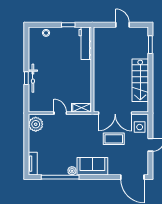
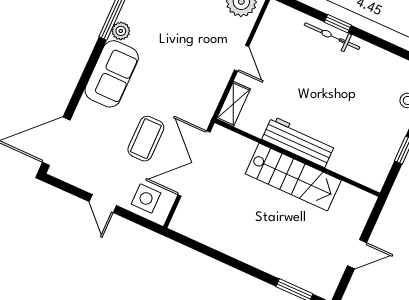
workbench: (85, 43) -> (298, 142), moved
stairs: (140, 80) -> (293, 177), moved, turned 180
door: (60, 113) -> (241, 58), hinge flipped

